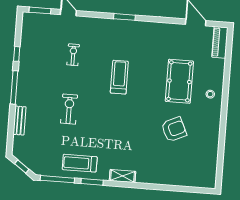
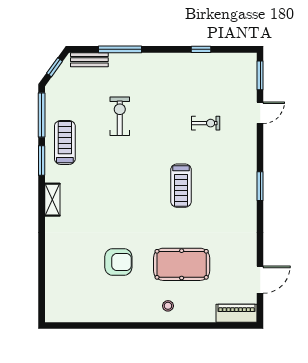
treadmill: (119, 77) -> (181, 186), turned 90
window: (14, 87) -> (120, 49), moved
exercise bike: (69, 109) -> (120, 116), moved, turned -90
bench: (19, 121) -> (89, 60), moved
armchair: (174, 129) -> (118, 262), turned -65

